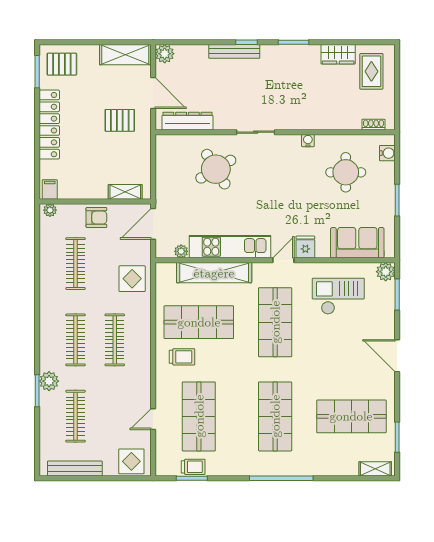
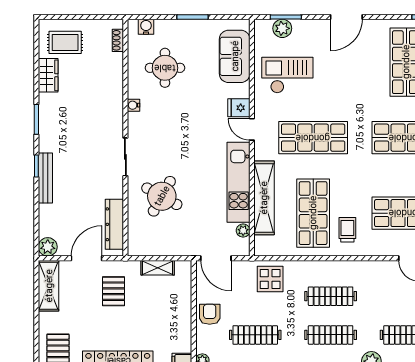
round table: (216, 169) -> (162, 196), turned -30
shelving: (125, 192) -> (158, 268), moved, turned 90
plant: (386, 272) -> (282, 28), moved
checkout: (338, 296) -> (287, 75), turned 90

